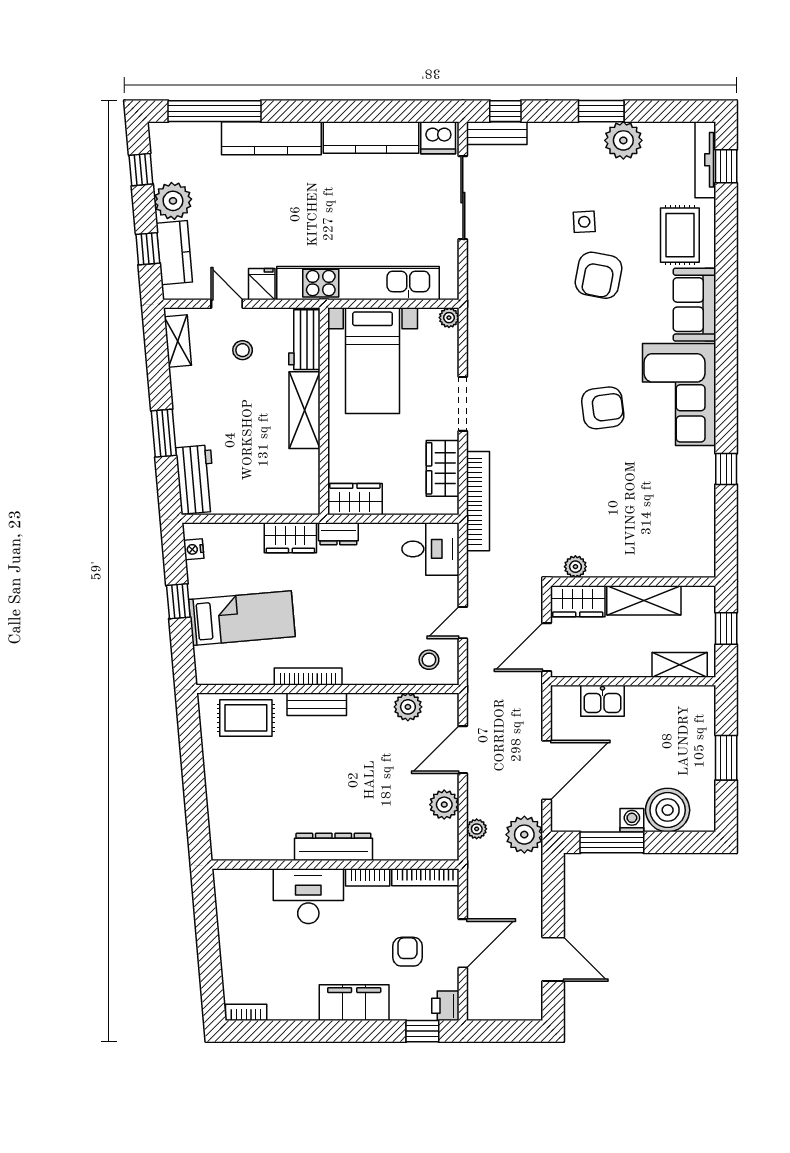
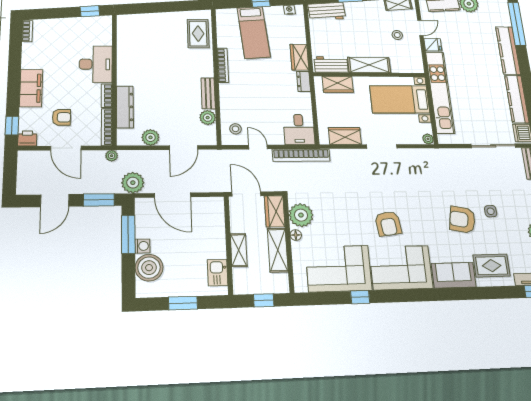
workbench: (304, 340) -> (331, 65), moved
wardrobe: (355, 499) -> (338, 84), moved, turned 90
bookcase: (478, 501) -> (301, 155), moved
corner sofa: (678, 501) -> (339, 269), added
plant: (575, 567) -> (301, 215), width x1.87, depth x1.87
floor lamp: (619, 568) -> (296, 235), added
shelving: (680, 665) -> (239, 250), moved
kitchen sink: (602, 701) -> (218, 273), moved
bench: (317, 704) -> (208, 93), moved
door: (463, 750) -> (184, 148), swing flipped
plant: (477, 829) -> (112, 156), moved
dresser: (333, 847) -> (125, 107), moved
window: (553, 889) -> (99, 200), added
window: (205, 907) -> (90, 11), added

